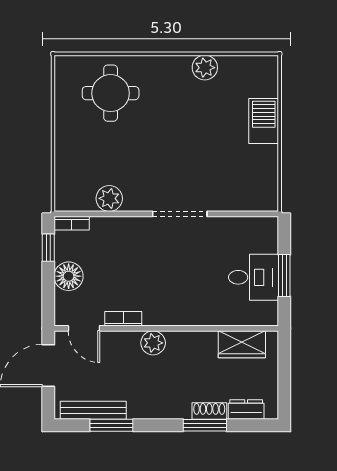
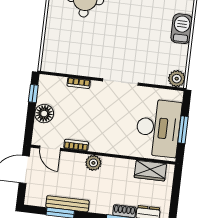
plant: (109, 198) -> (177, 79), moved
bookcase: (72, 223) -> (79, 83), moved
desk: (254, 277) -> (158, 128), width x1.87, depth x1.30
bench: (93, 410) -> (67, 204), moved

